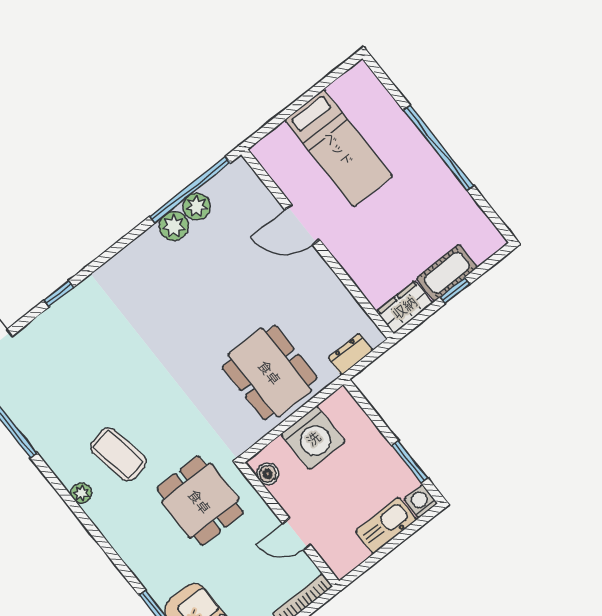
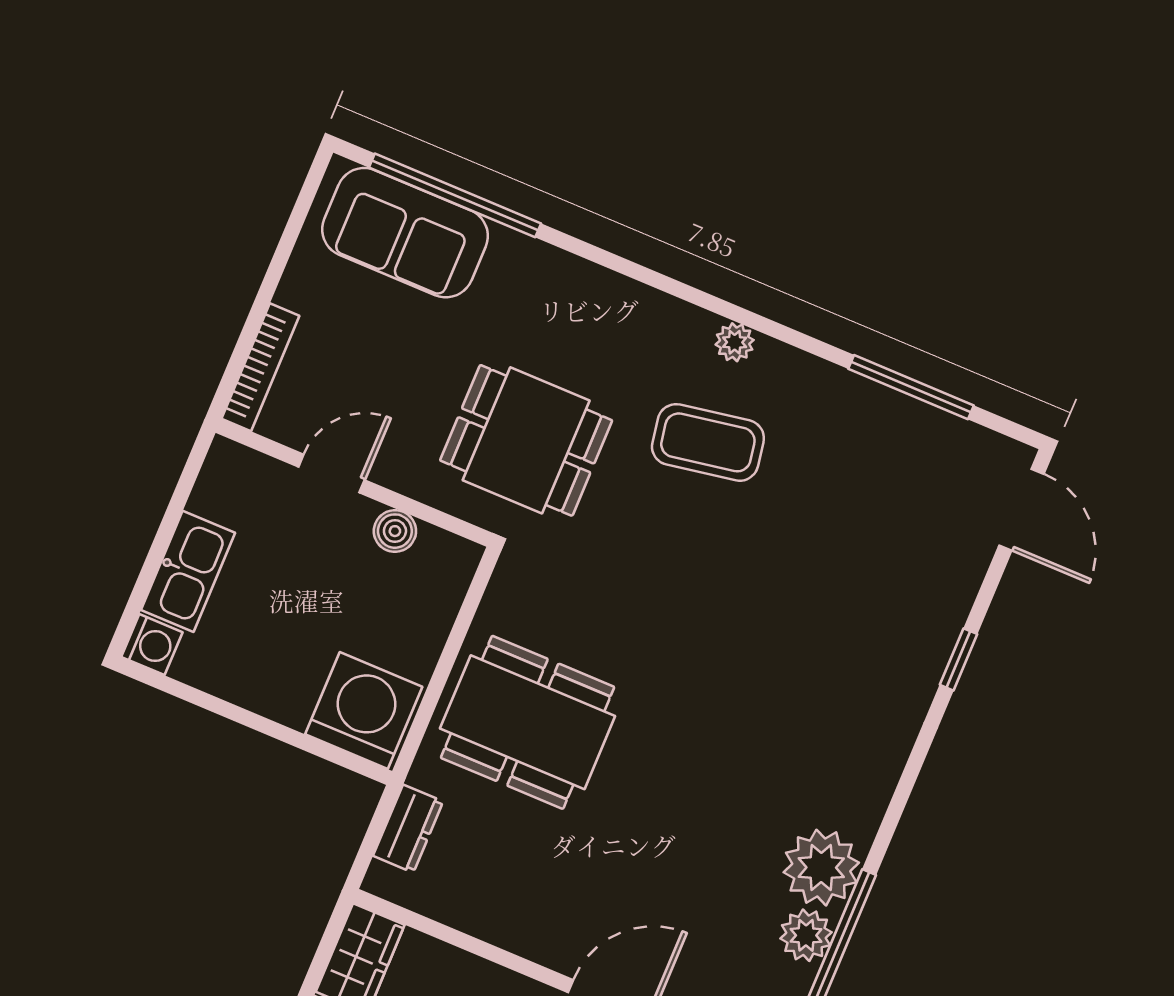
plant: (174, 226) -> (821, 868), width x1.36, depth x1.36
washing machine: (313, 438) -> (364, 711), moved, turned 90
window: (410, 462) -> (208, 702), removed
boiler: (268, 474) -> (395, 531), moved

